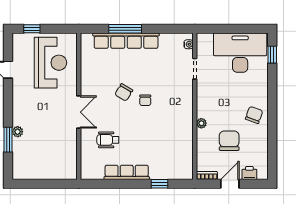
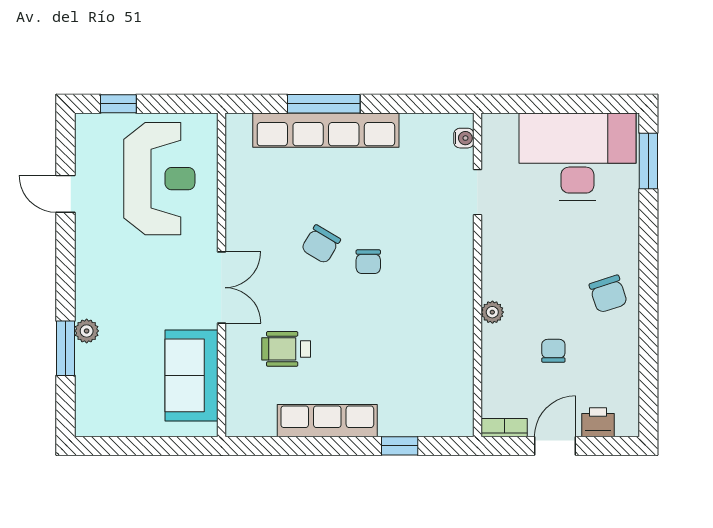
window: (272, 55) -> (648, 161), width x1.50
chair: (254, 115) -> (608, 294), turned 142
chair: (229, 141) -> (553, 351), width x0.54, depth x0.54
sofa: (65, 152) -> (191, 375), added

